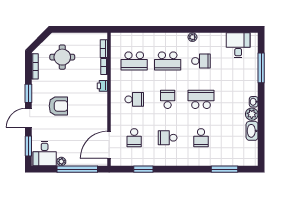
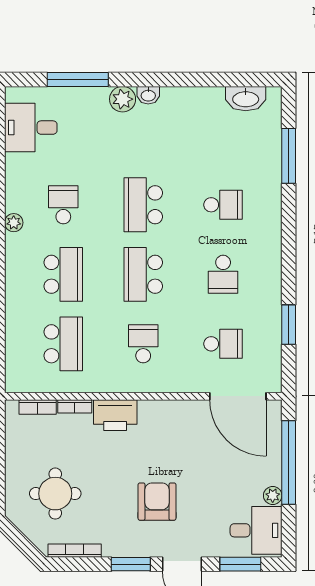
printer: (102, 86) -> (115, 415), width x1.87, depth x1.48
school desk: (168, 99) -> (143, 274), width x1.85
plant: (252, 114) -> (123, 99), moved
washbasin: (252, 131) -> (246, 99), moved

